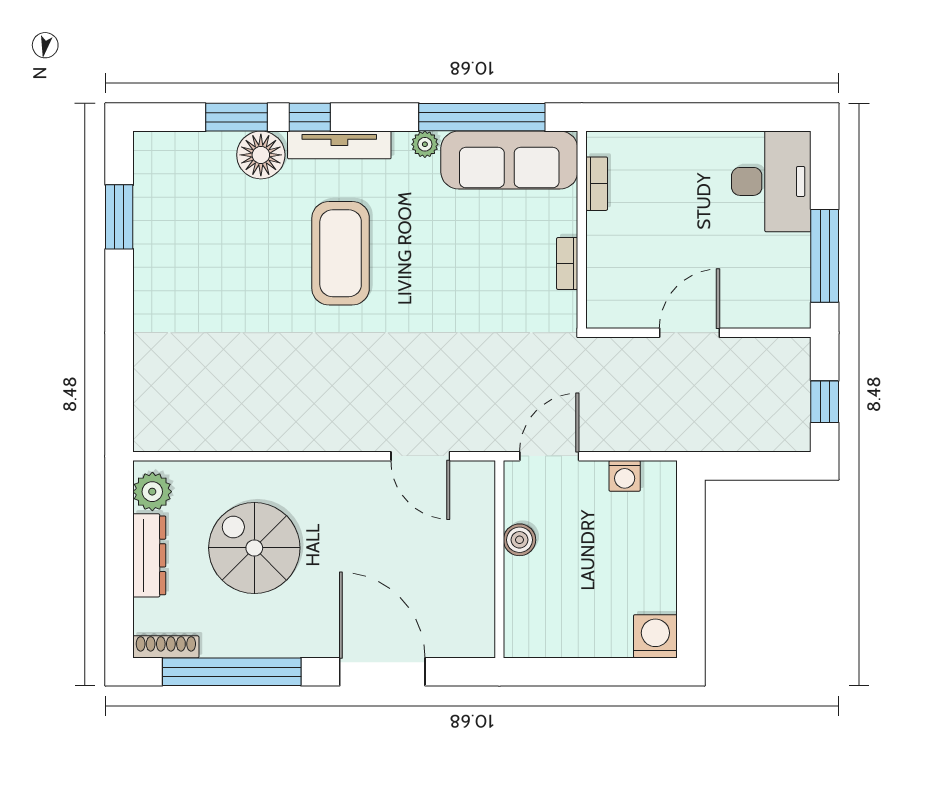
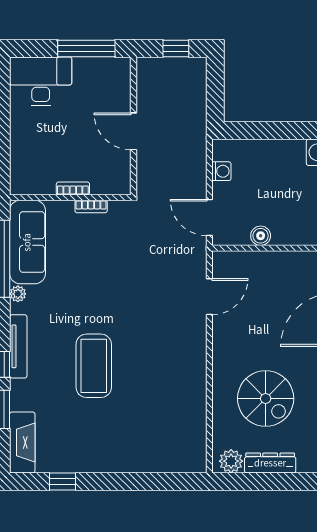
fireplace: (183, 151) -> (22, 442), added
floor lamp: (261, 155) -> (24, 394), removed
bookcase: (597, 184) -> (73, 188), moved
window: (119, 217) -> (62, 481), width x0.67
coffee table: (341, 253) -> (94, 366), moved, turned 90
spiral stairs: (254, 548) -> (266, 399), turned -90

